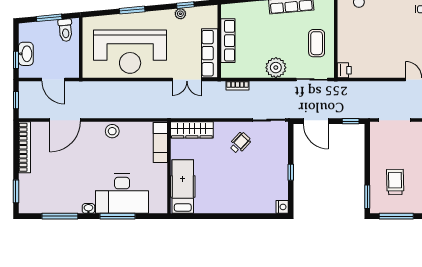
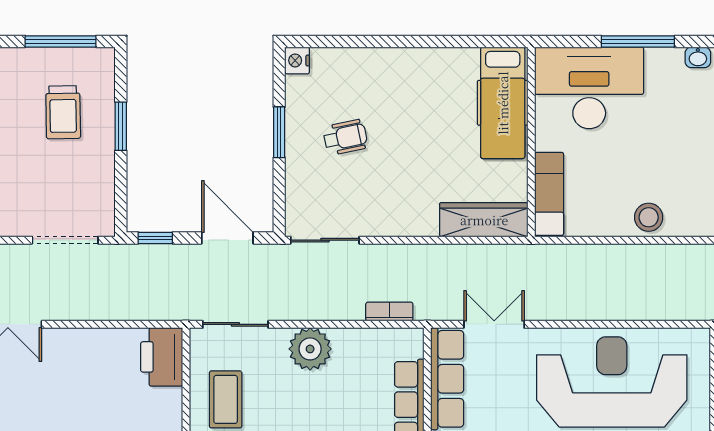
printer: (344, 70) -> (162, 357), width x1.87, depth x1.48
wheelchair: (240, 143) -> (345, 137), moved, turned -145
window: (291, 172) -> (279, 132), width x1.50
desk: (122, 194) -> (589, 88), moved
window: (367, 197) -> (121, 126), moved

